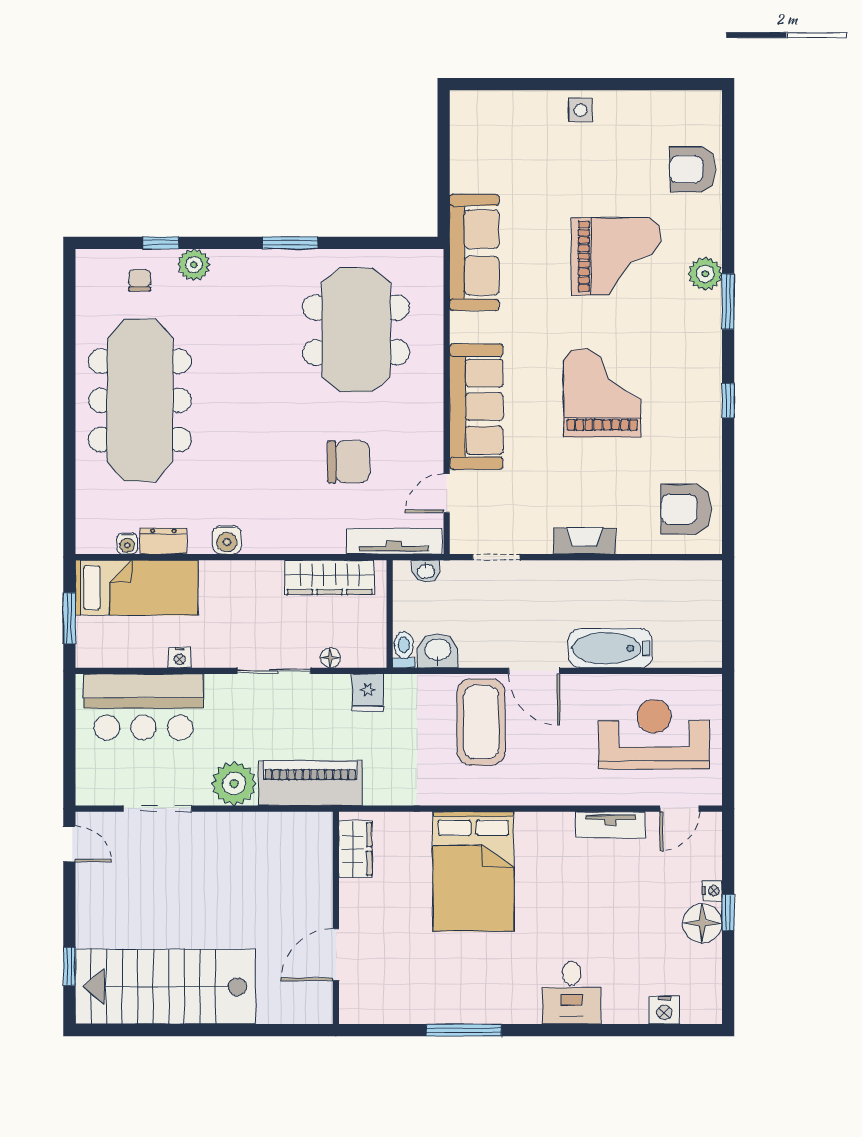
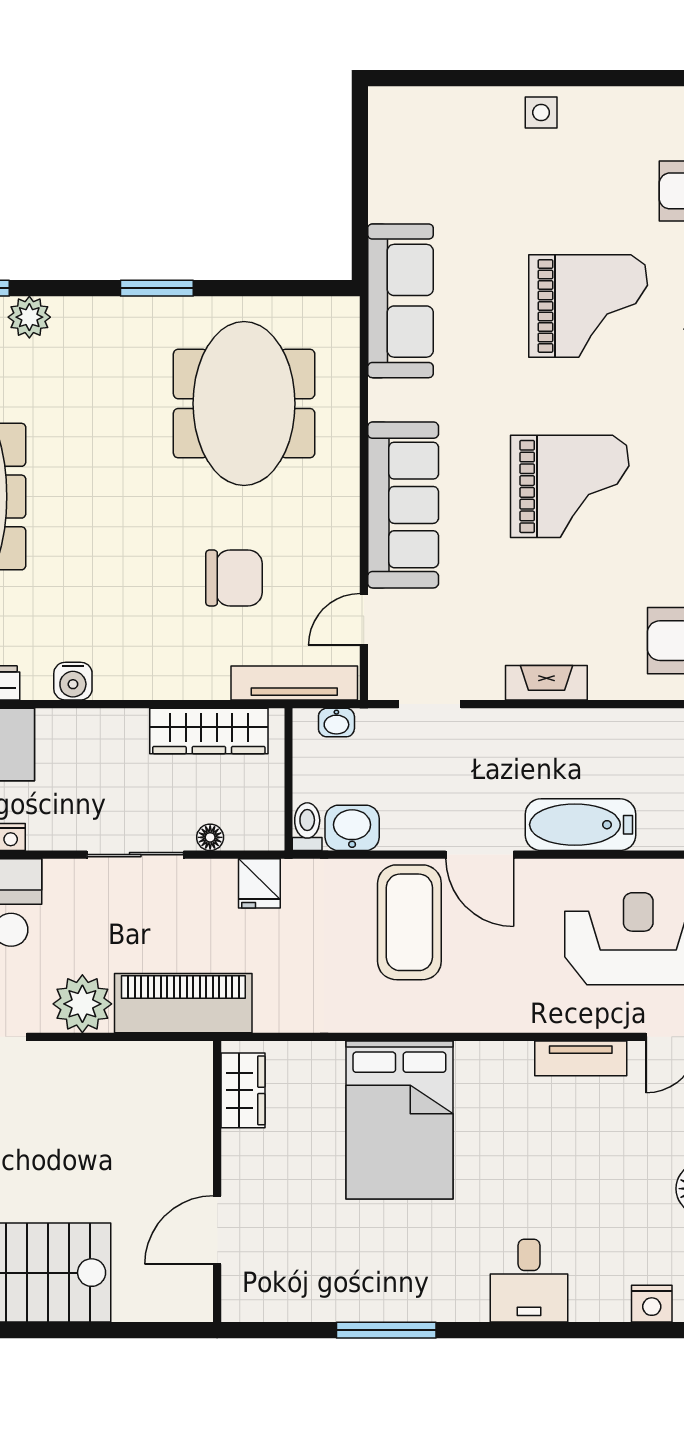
grand piano: (602, 393) -> (570, 486), turned 90

